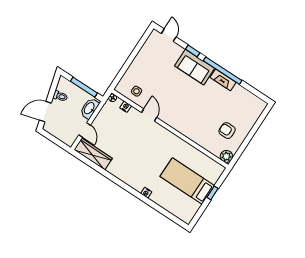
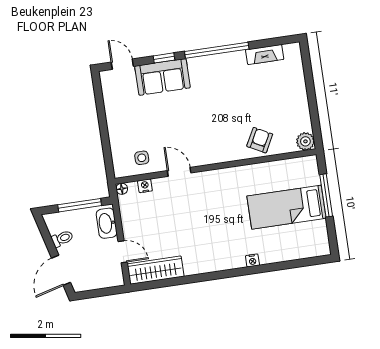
sofa: (195, 67) -> (162, 77), moved
fireplace: (223, 80) -> (265, 55), moved
armchair: (227, 131) -> (260, 140), moved, turned 118
window: (213, 193) -> (326, 195), width x2.17

